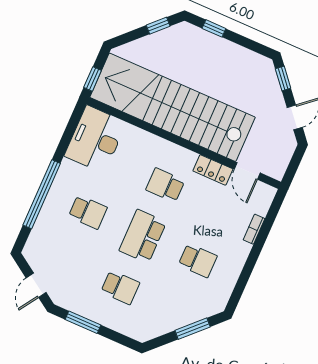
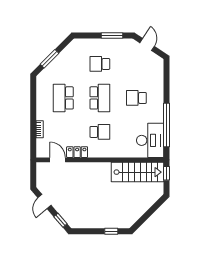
window: (158, 26) -> (143, 219), removed
stairs: (172, 107) -> (137, 172), width x0.54, depth x0.66
window: (42, 194) -> (166, 125), moved
school desk: (198, 260) -> (63, 98), width x1.85

